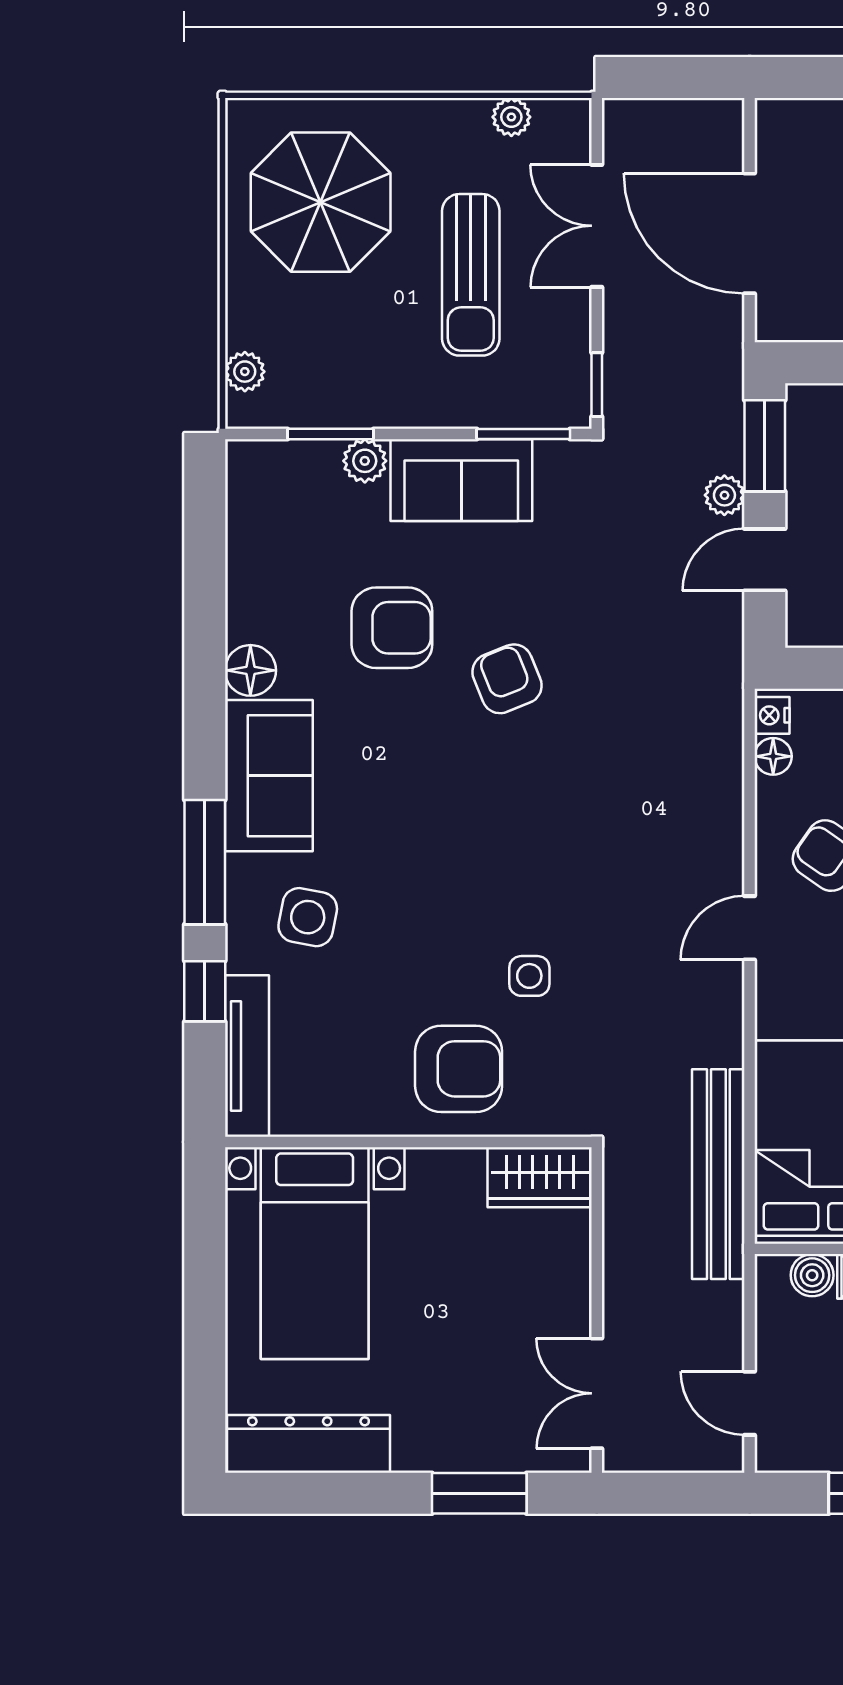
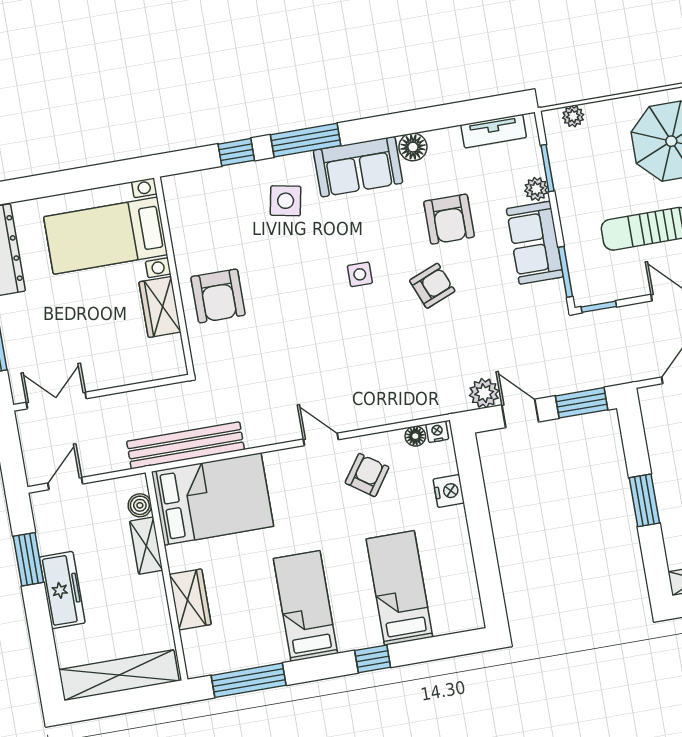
plant: (724, 495) -> (484, 393), moved, width x1.38, depth x1.38
side table: (529, 976) -> (360, 274), moved
tv unit: (247, 1056) -> (494, 131), moved, width x0.71
wardrobe: (540, 1177) -> (160, 307), moved

